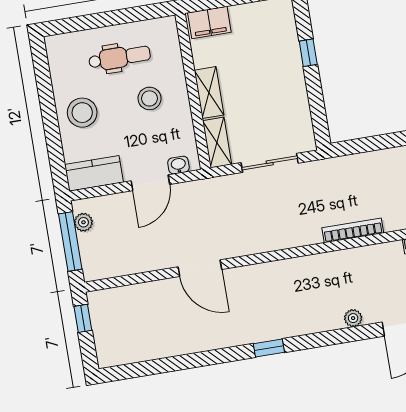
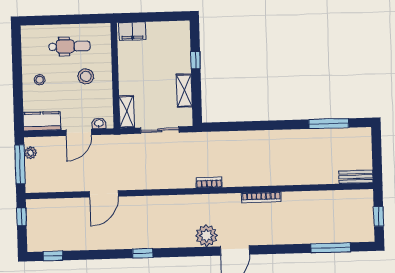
shelving: (209, 93) -> (184, 91), moved
stool: (82, 113) -> (40, 80), width x0.53, depth x0.53
bookcase: (353, 230) -> (209, 182), width x0.64
door: (200, 268) -> (104, 194), hinge flipped
plant: (353, 318) -> (206, 236), width x1.88, depth x1.88
window: (137, 370) -> (53, 256), added

